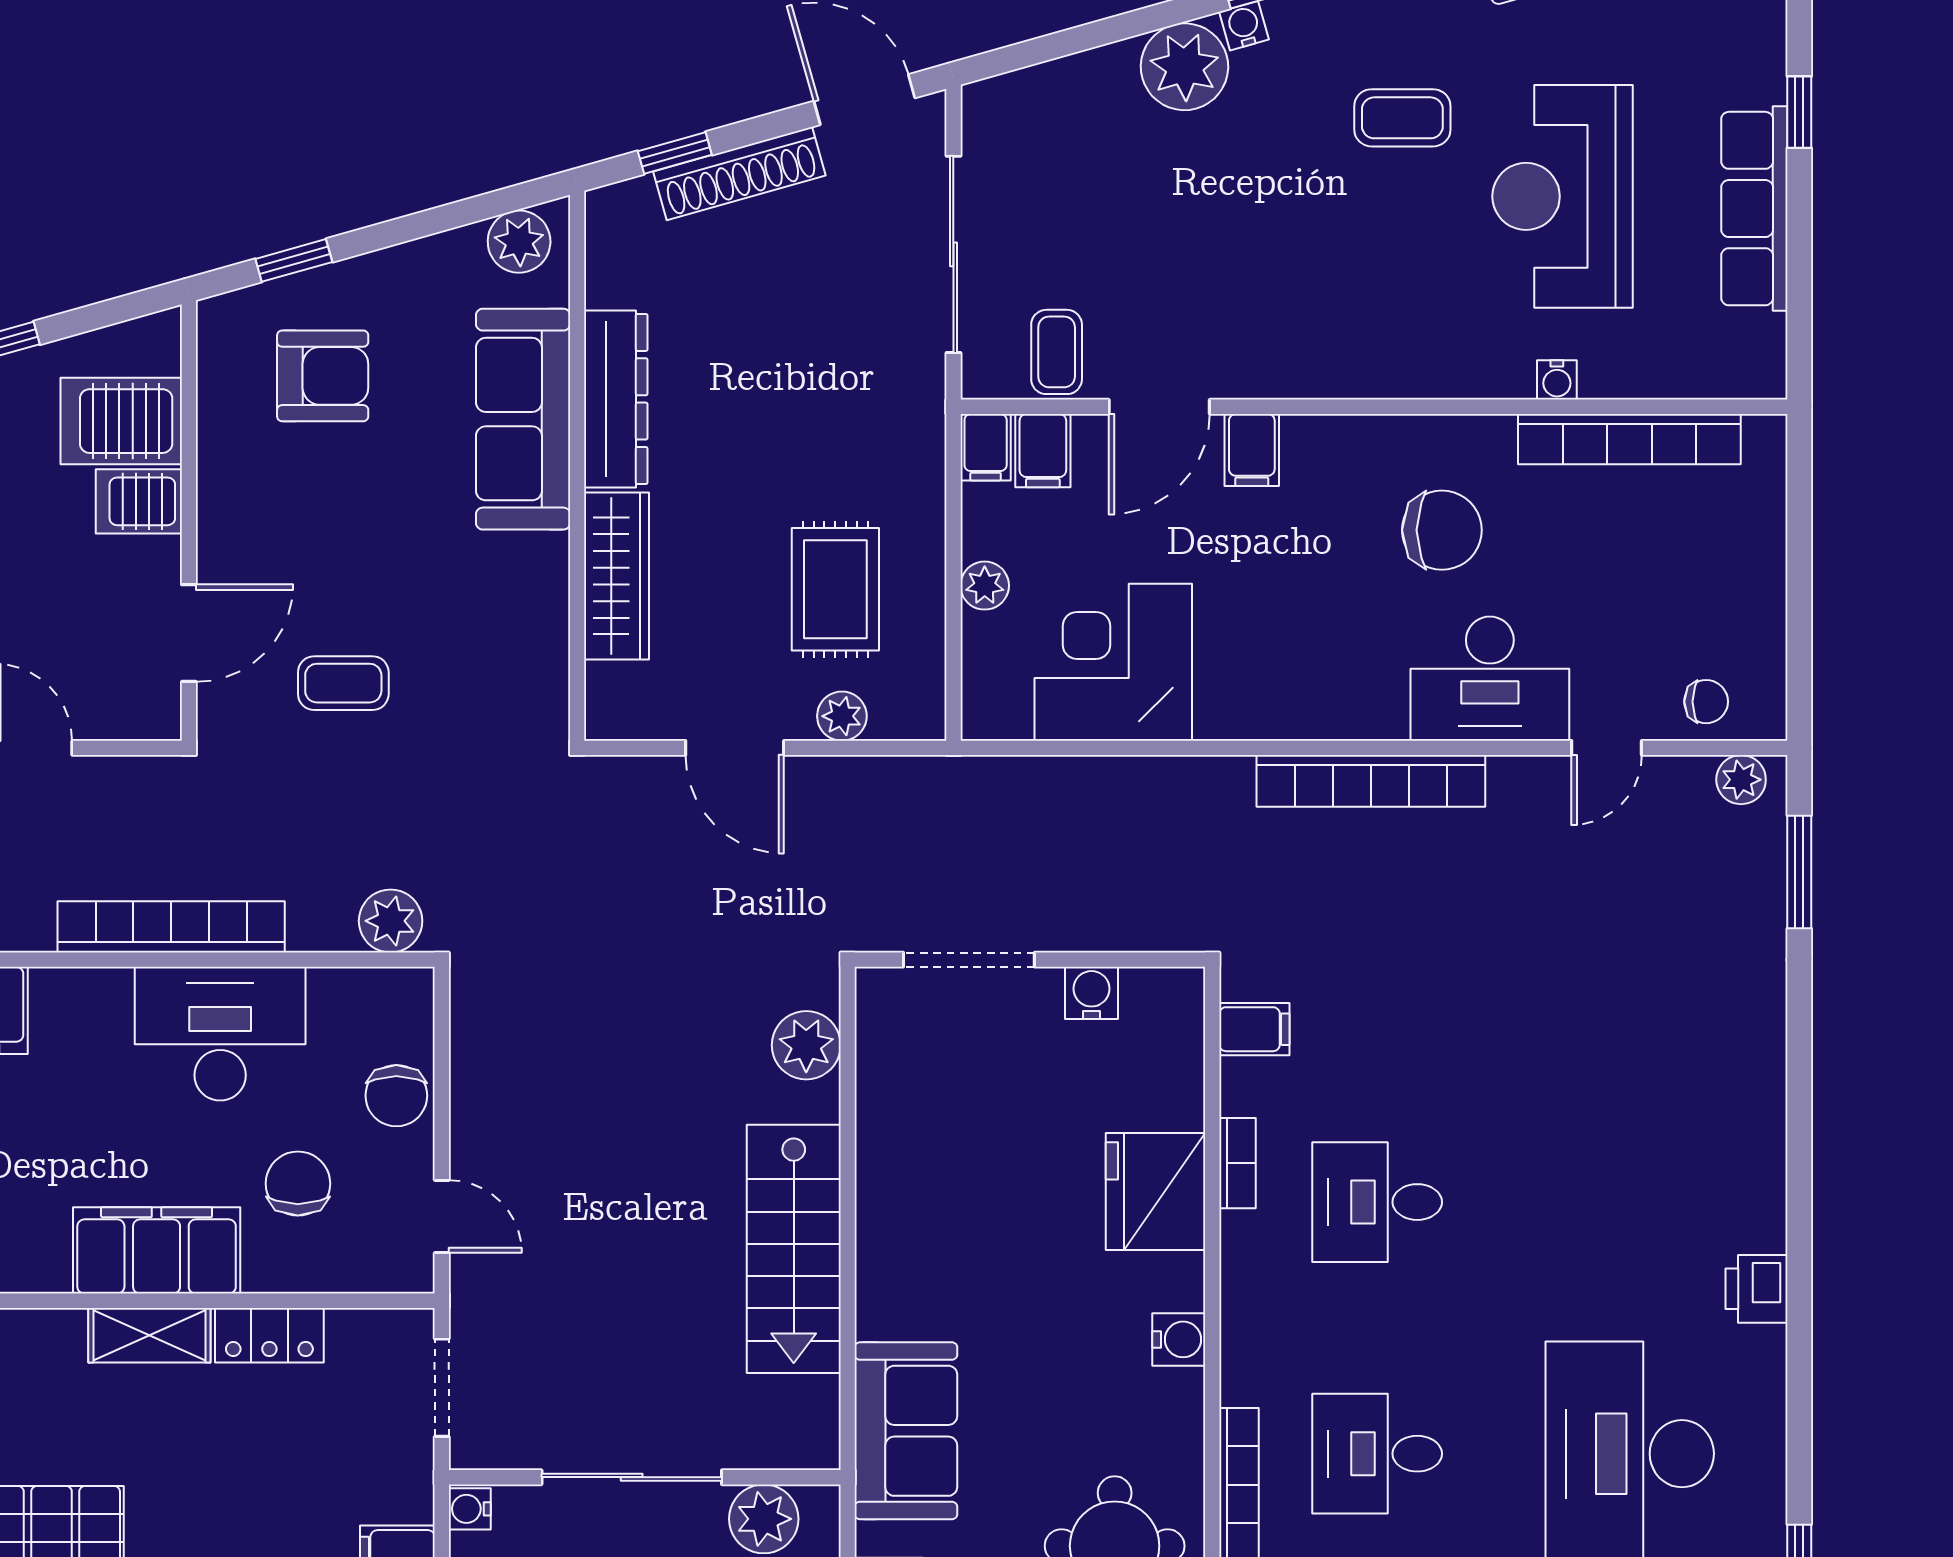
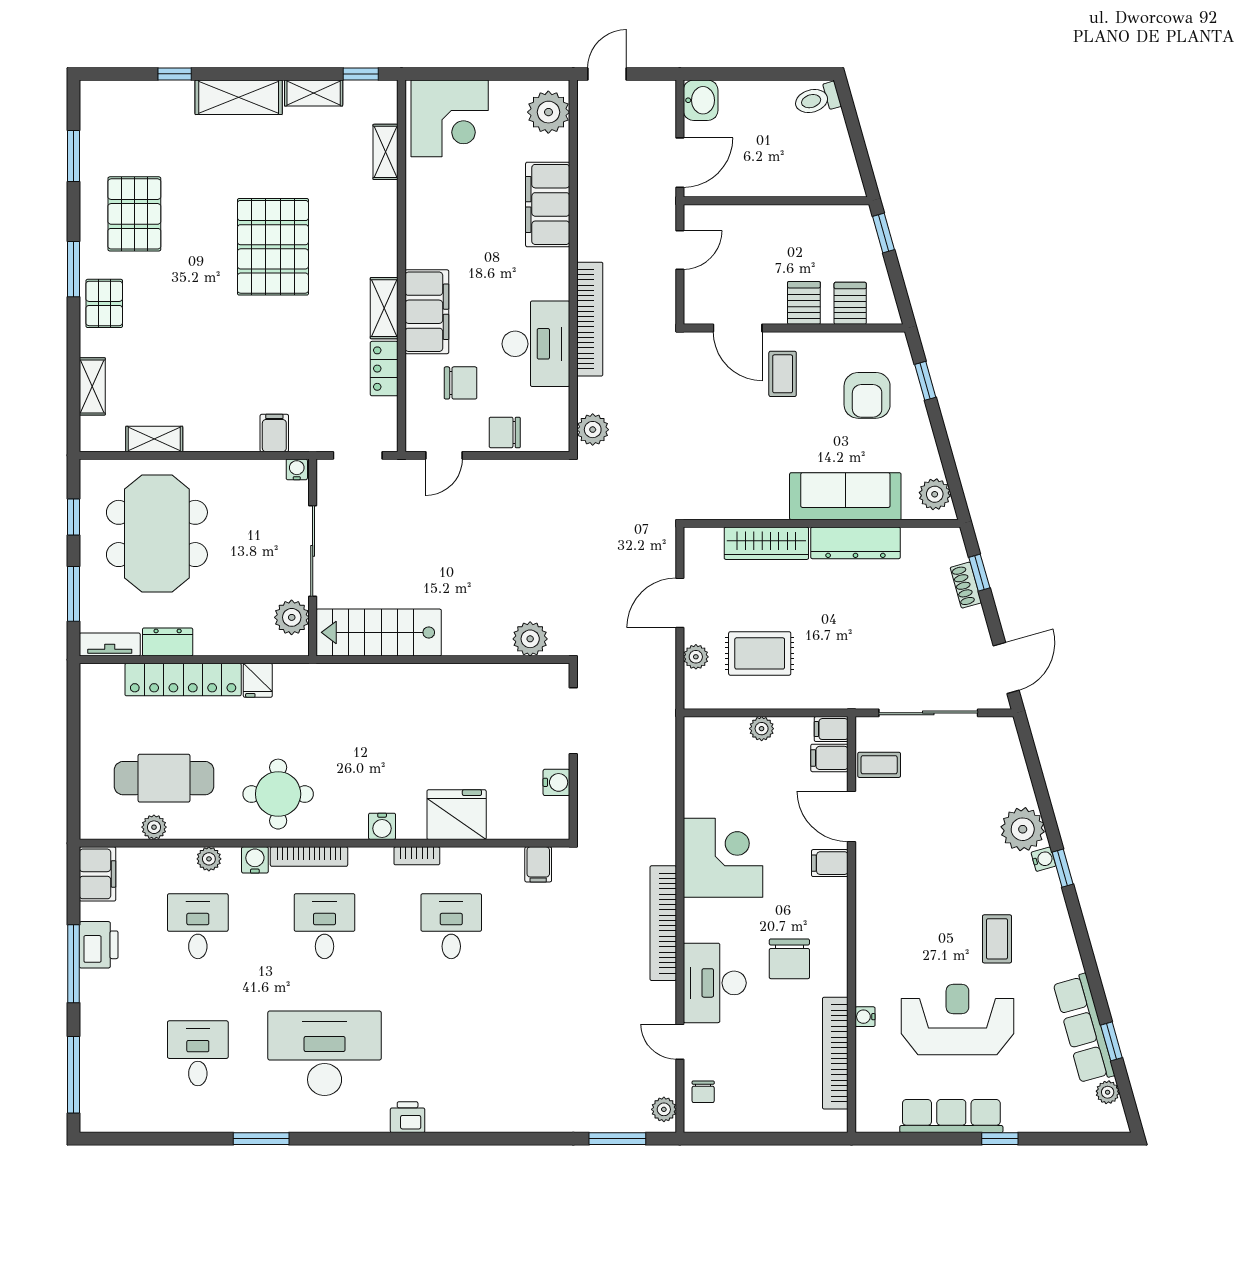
shoe rack: (739, 173) -> (966, 585), width x0.51, depth x0.81
server rack: (121, 421) -> (850, 303), width x0.73, depth x0.70
corner desk: (1113, 662) -> (723, 858), moved
coffee table: (343, 683) -> (783, 374), moved
bookcase: (1237, 1163) -> (417, 856), moved
stairs: (794, 1249) -> (379, 632), moved
sofa: (906, 1431) -> (336, 689), removed

